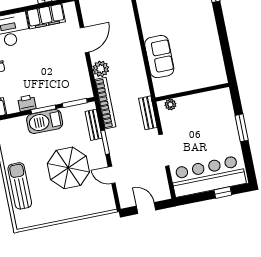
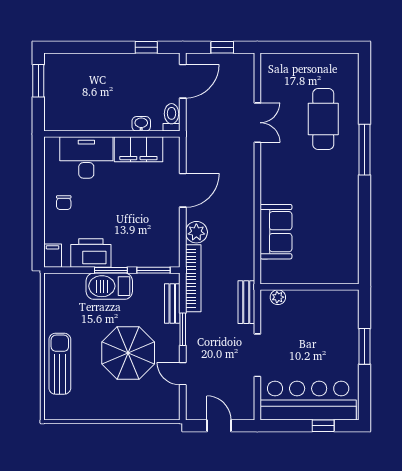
printer: (27, 103) -> (91, 253), width x1.87, depth x1.48

